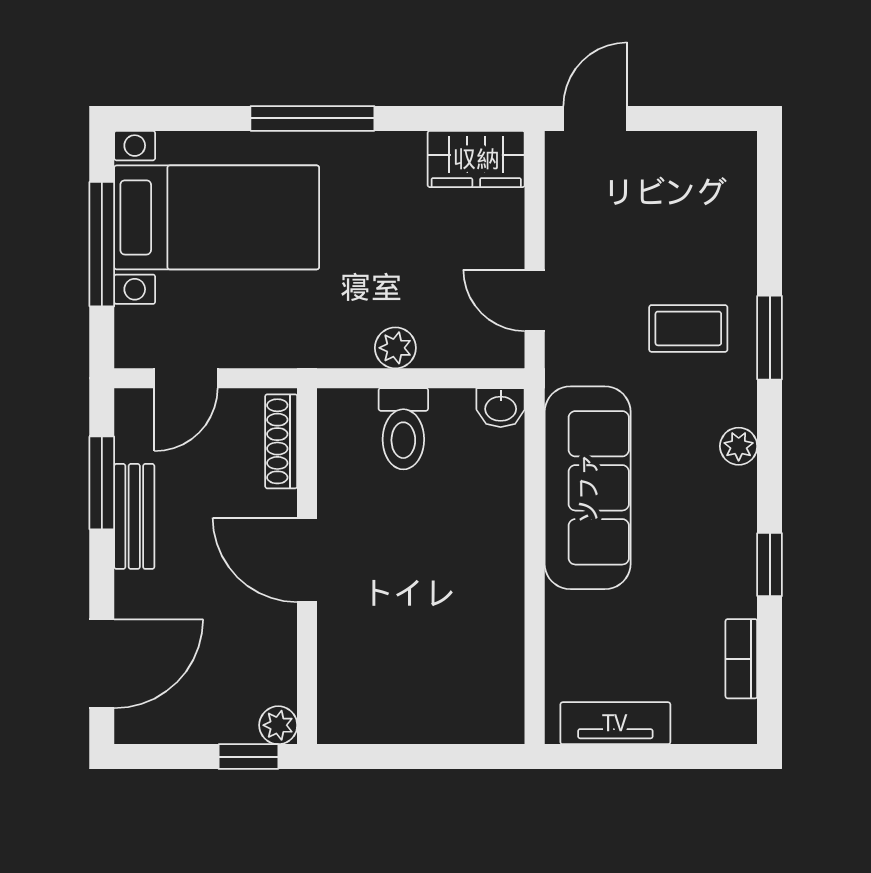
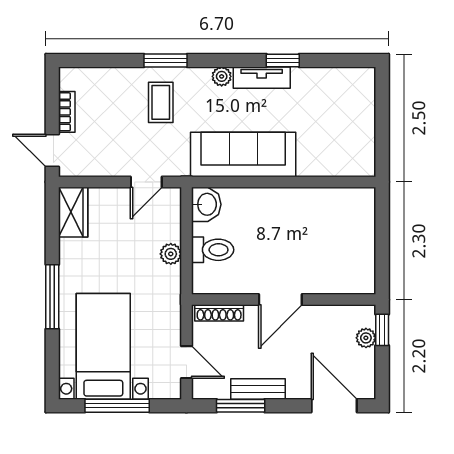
washbasin: (501, 408) -> (206, 204), width x1.38, depth x1.45
bookcase: (741, 659) -> (67, 112), moved, turned -90
tv unit: (615, 723) -> (262, 78), moved, turned -90
plant: (278, 725) -> (366, 338), moved

